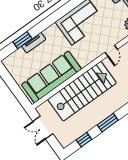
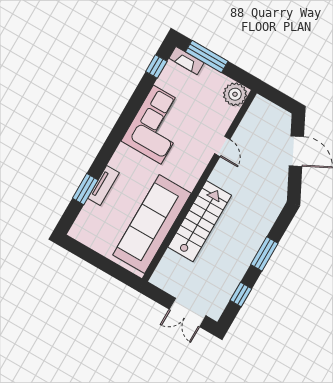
stairs: (82, 91) -> (200, 221), width x0.73, depth x0.66
double door: (43, 128) -> (188, 312), moved

